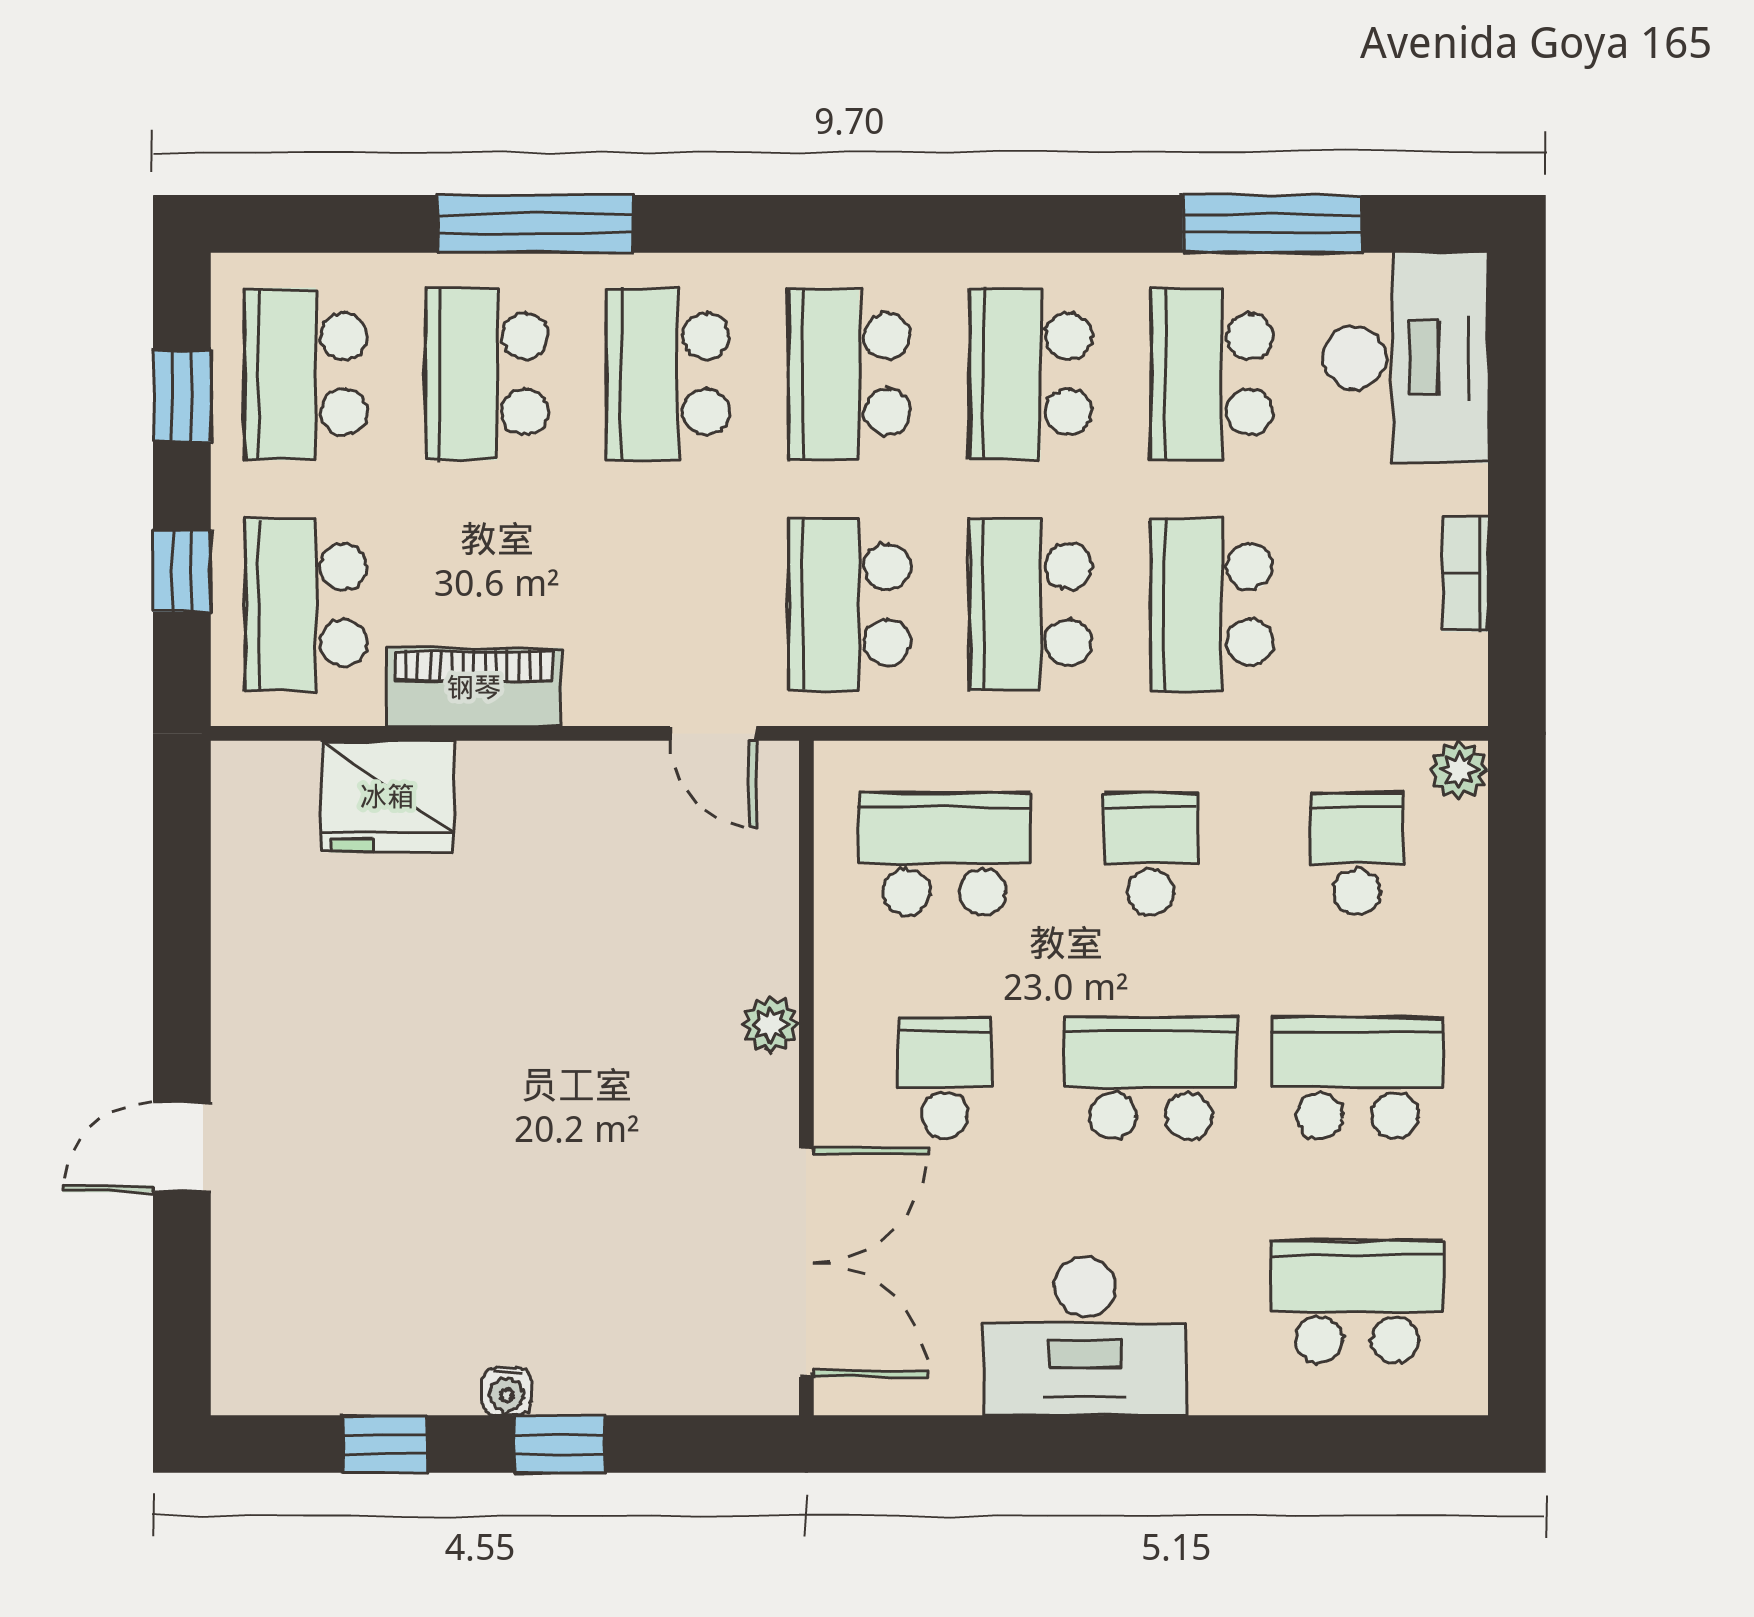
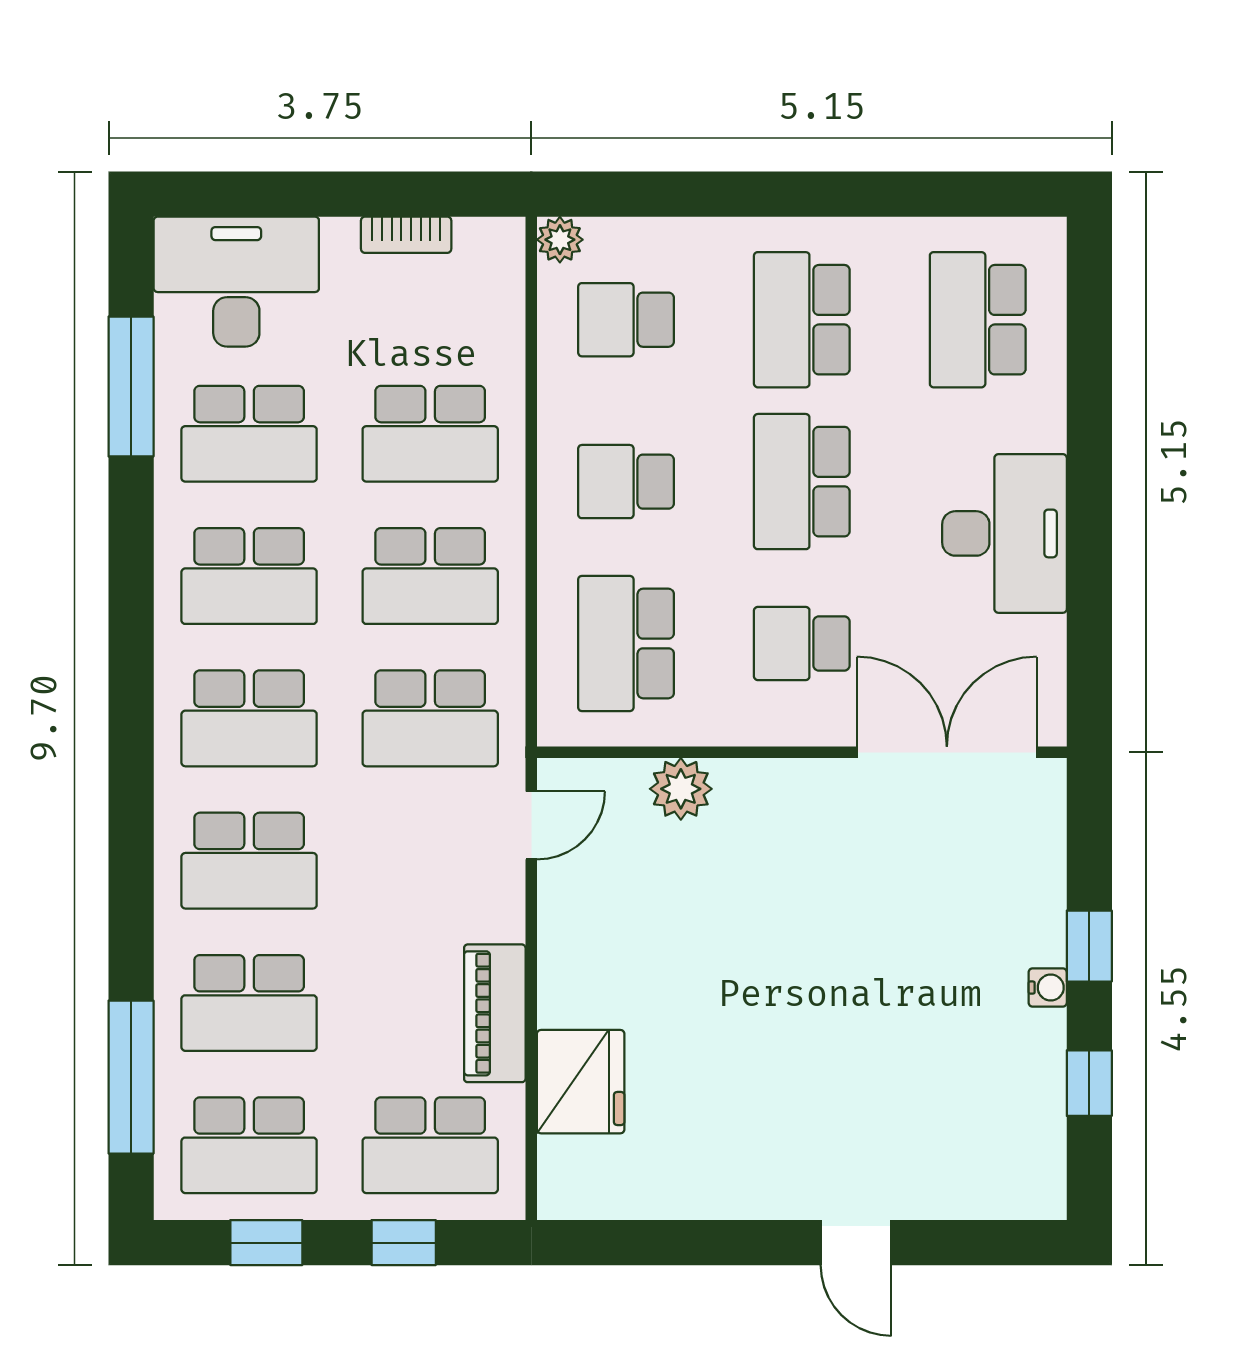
window: (535, 224) -> (131, 1077), moved
plant: (770, 1025) -> (681, 789), moved, width x1.38, depth x1.38

